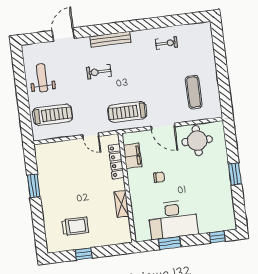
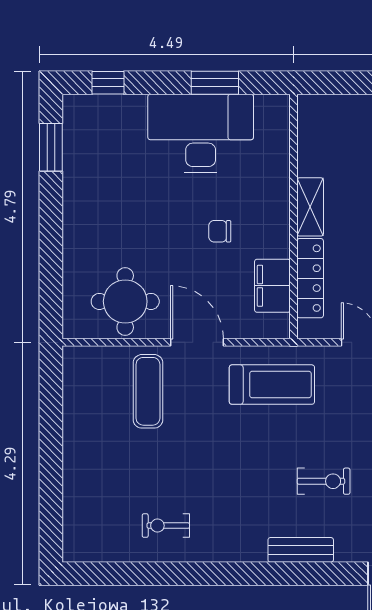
bench: (110, 39) -> (301, 550), width x0.73
exercise mat: (194, 92) -> (148, 391), moved
window: (235, 174) -> (51, 147), moved
shelving: (122, 204) -> (310, 207), moved

